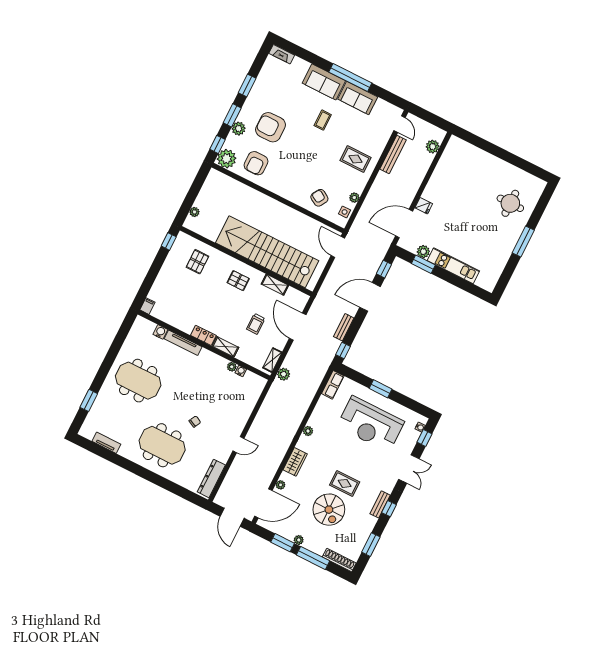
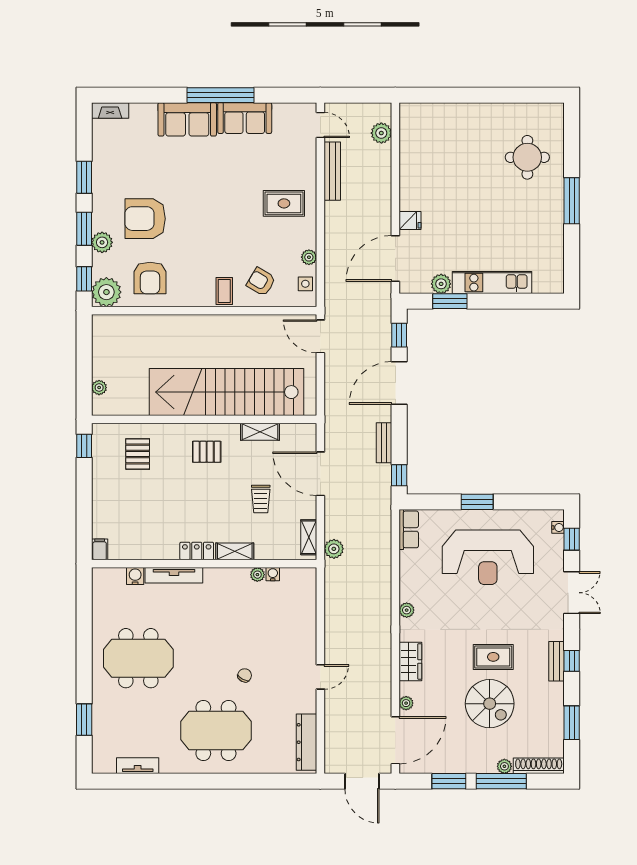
coffee table: (323, 120) -> (224, 291), moved
plant: (299, 540) -> (504, 766), moved

